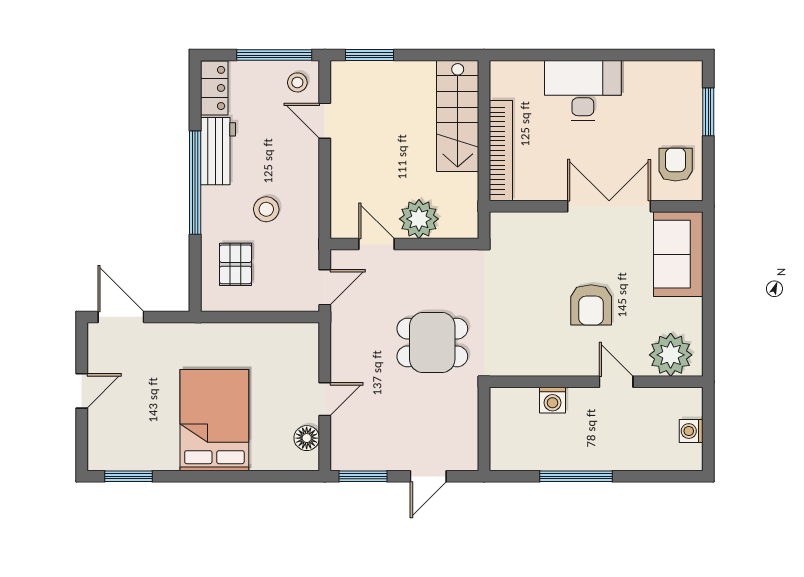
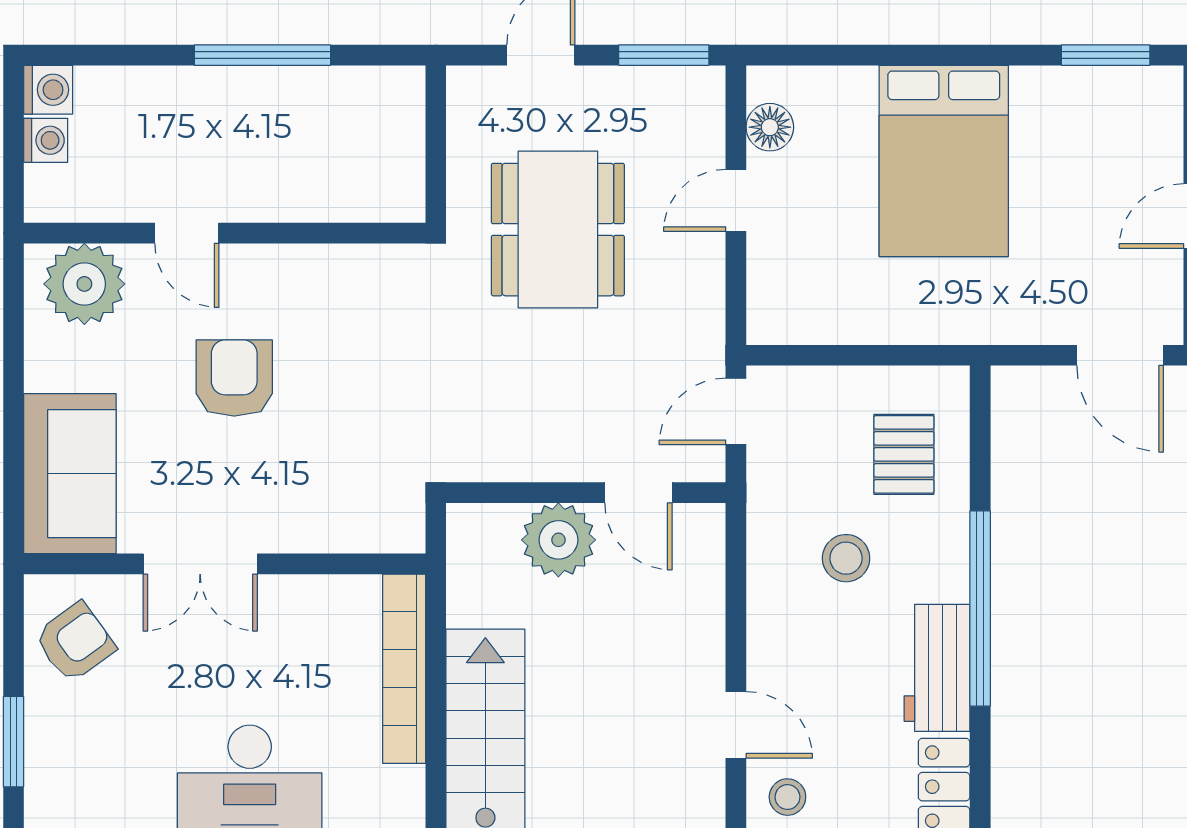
armchair: (676, 165) -> (75, 642), turned -126
double door: (609, 206) -> (200, 564), width x0.73
dining table: (432, 343) -> (558, 230), moved, width x1.38
washing machine: (553, 400) -> (48, 90), moved, turned 90

